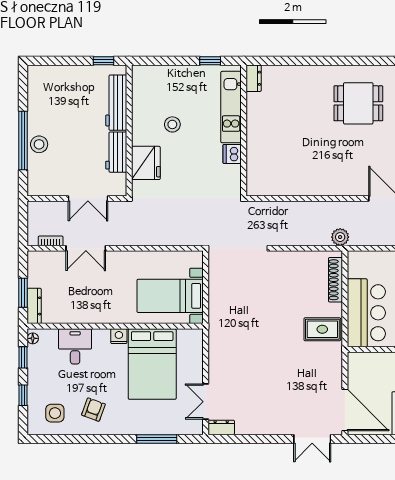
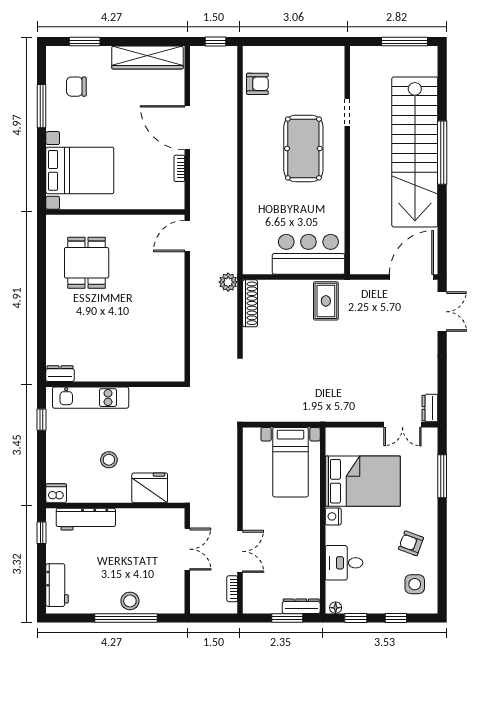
workbench: (116, 152) -> (57, 585), moved, turned -90
dishwasher: (232, 154) -> (56, 493), moved, turned 180
shoe rack: (335, 280) -> (250, 303), moved, turned -90

